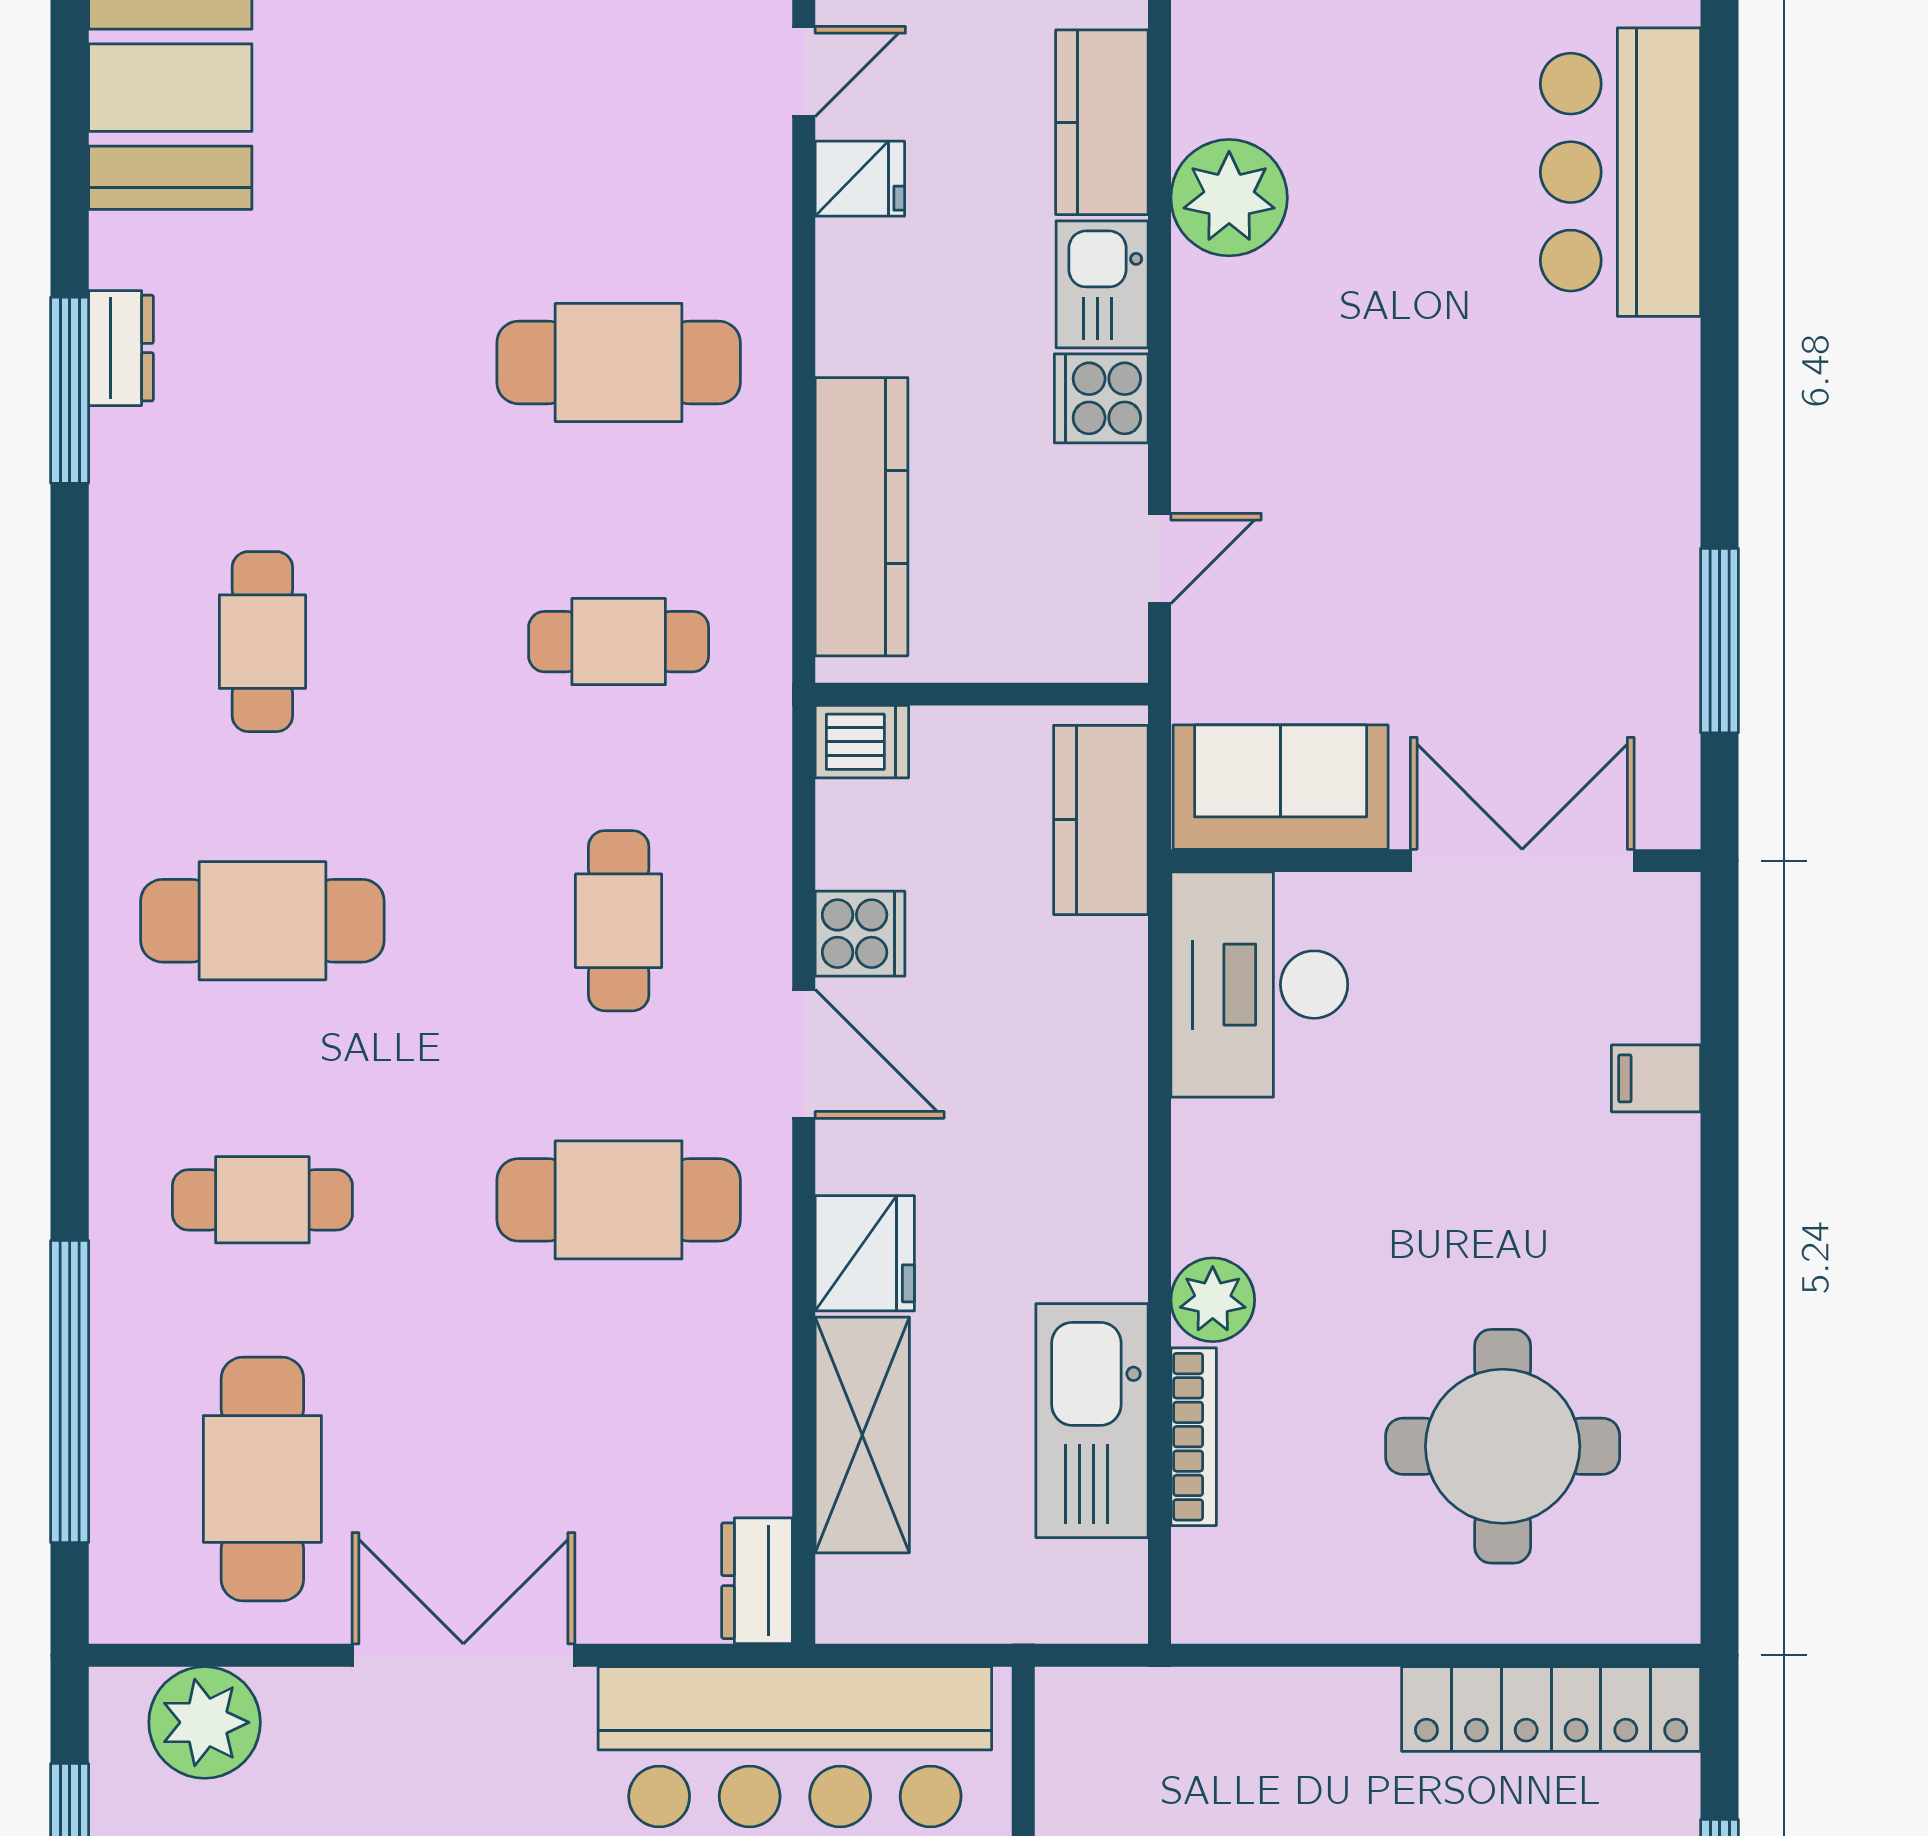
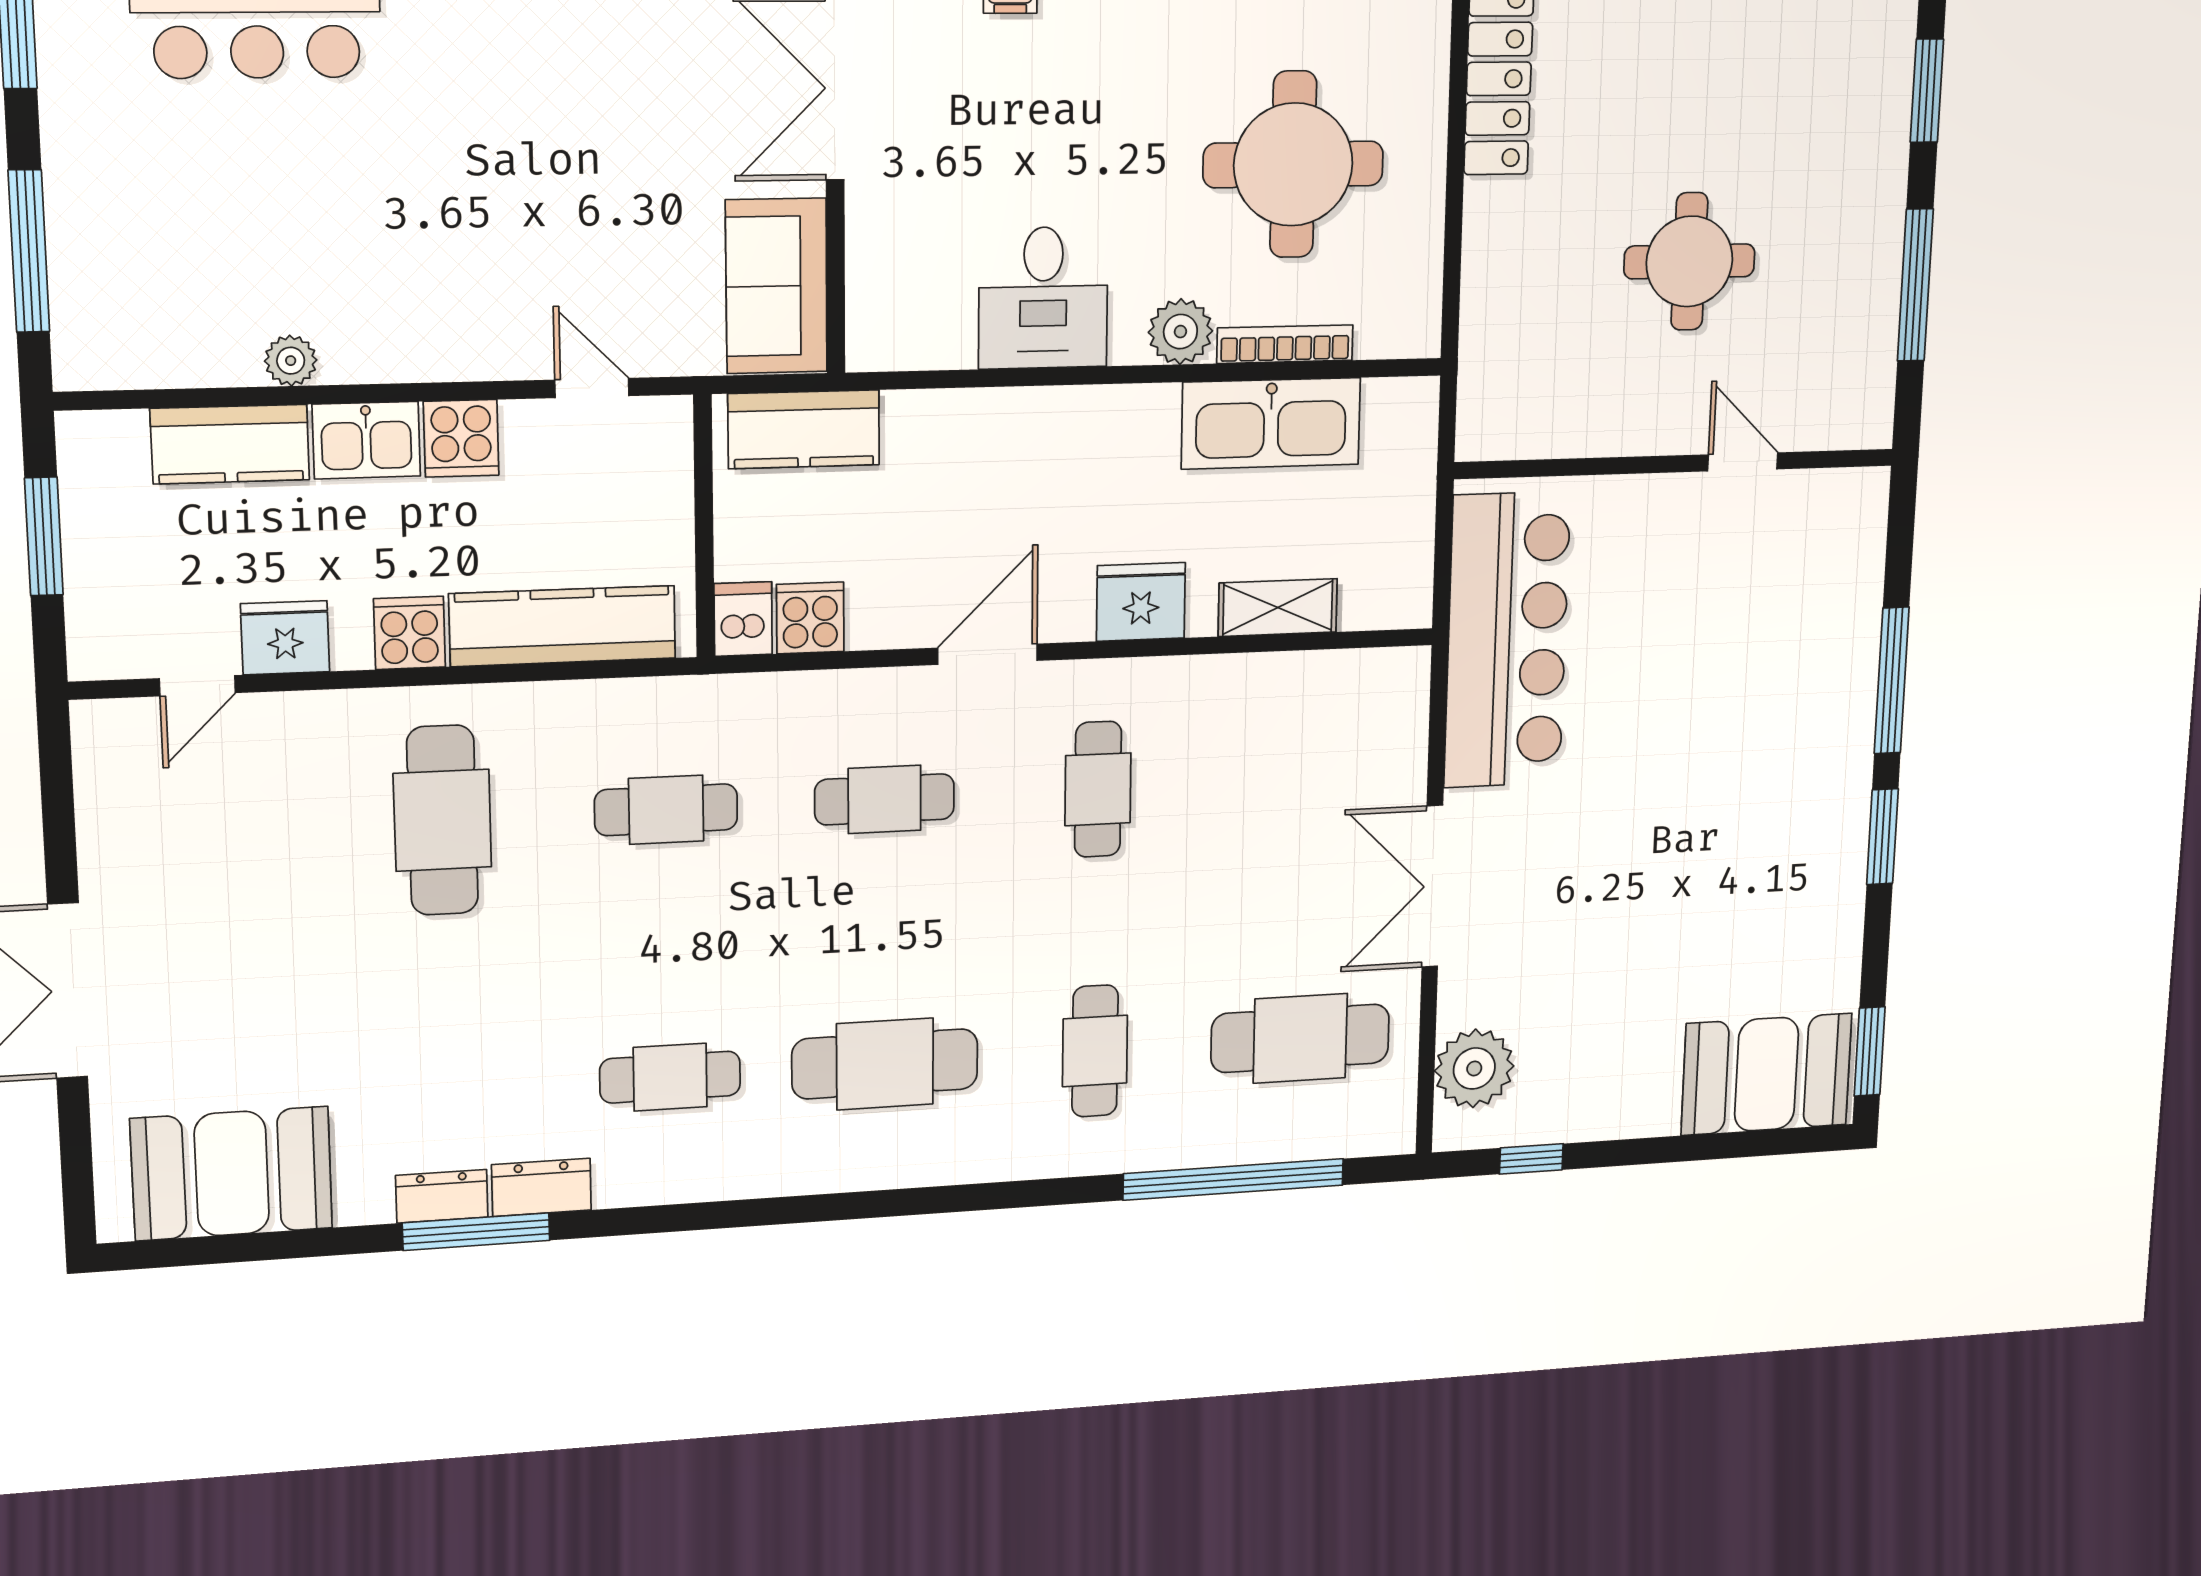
door: (804, 72) -> (197, 686), swing flipped
fridge: (860, 179) -> (285, 638), width x1.38
plant: (1229, 198) -> (291, 361), width x0.53, depth x0.53
cooker: (860, 329) -> (410, 633), added
cafe table: (619, 642) -> (666, 810), turned 90
cafe table: (262, 921) -> (885, 1064), turned 90
cooker: (860, 934) -> (810, 618), moved
desk: (1259, 985) -> (1043, 298), moved, width x0.73
cafe table: (619, 1200) -> (1098, 789), width x0.73, depth x0.74
shelving: (862, 1435) -> (1278, 608), width x0.67, depth x0.75
round table: (1503, 1446) -> (1293, 164), moved
dresser: (757, 1581) -> (541, 1187), moved, turned 180

